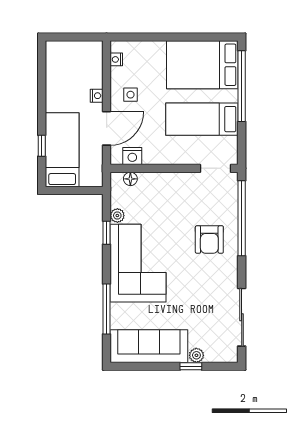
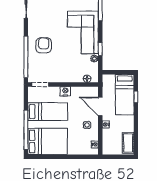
cot: (56, 62) -> (128, 143), added
door: (107, 128) -> (100, 106), hinge flipped
nightstand: (132, 156) -> (65, 91), moved

